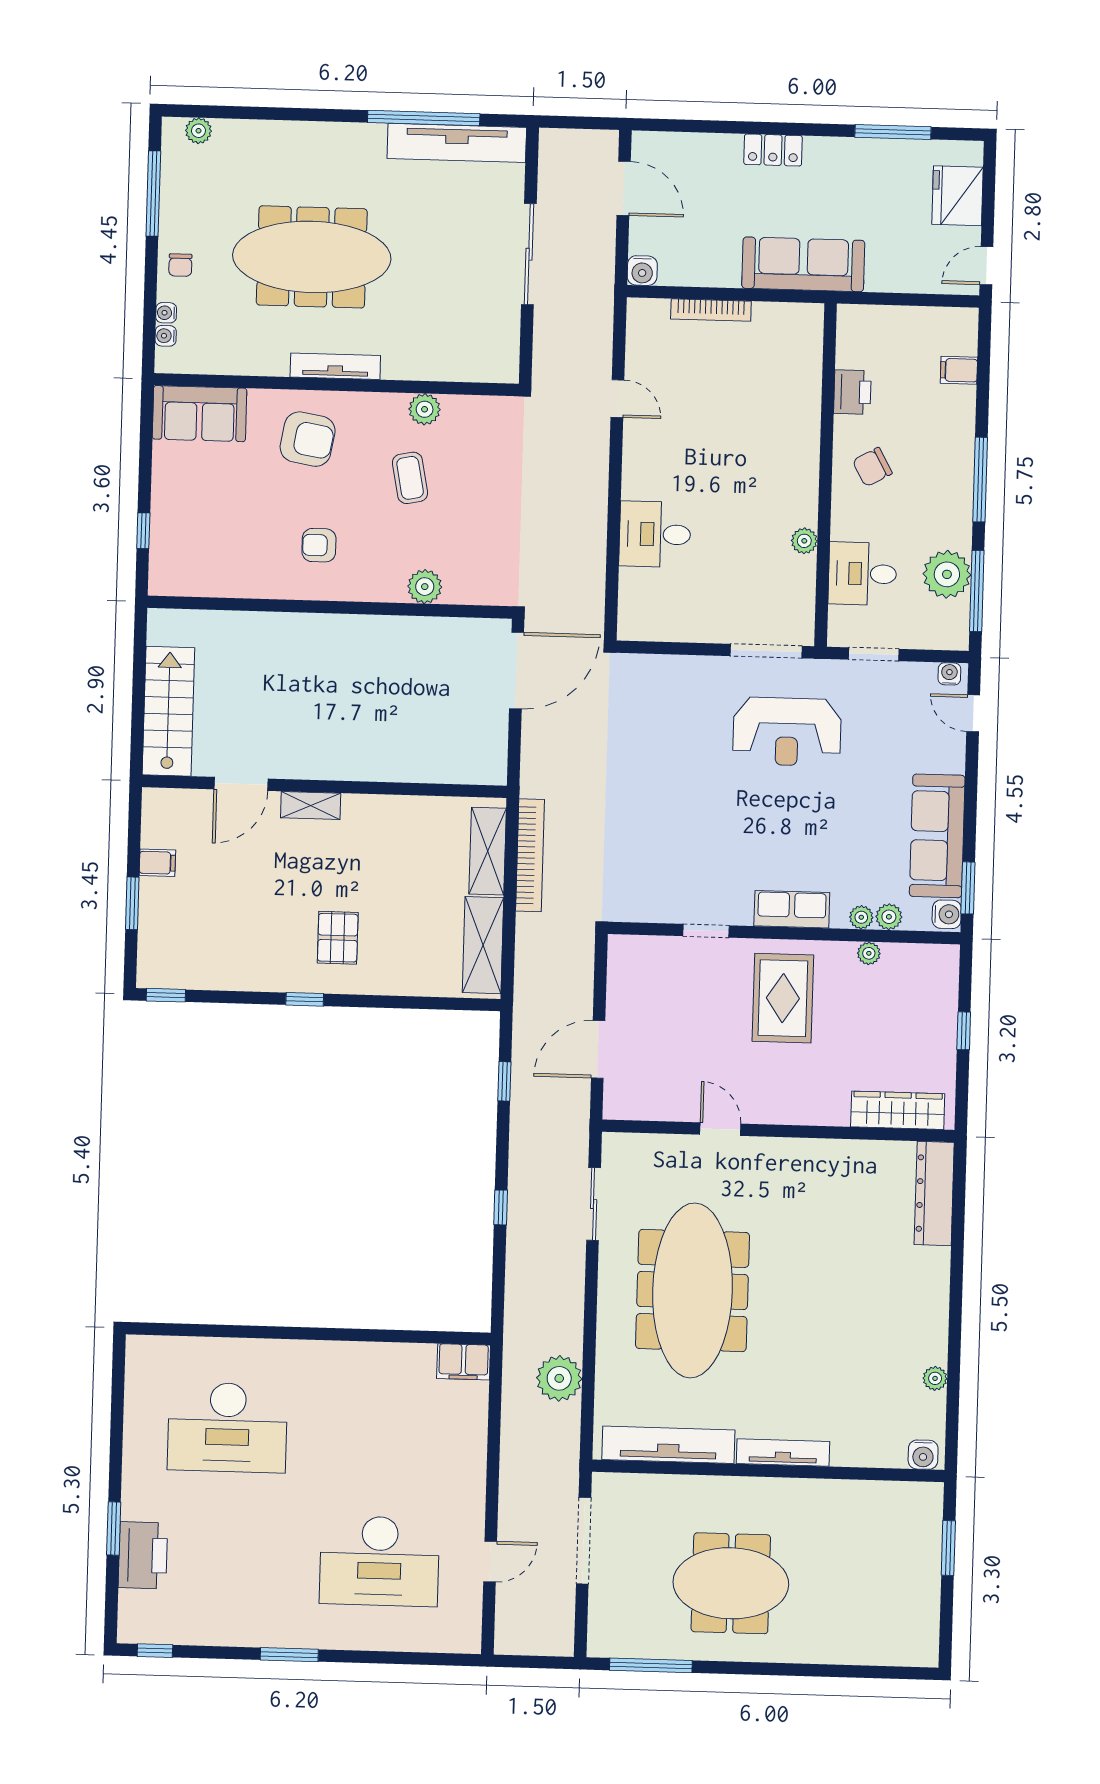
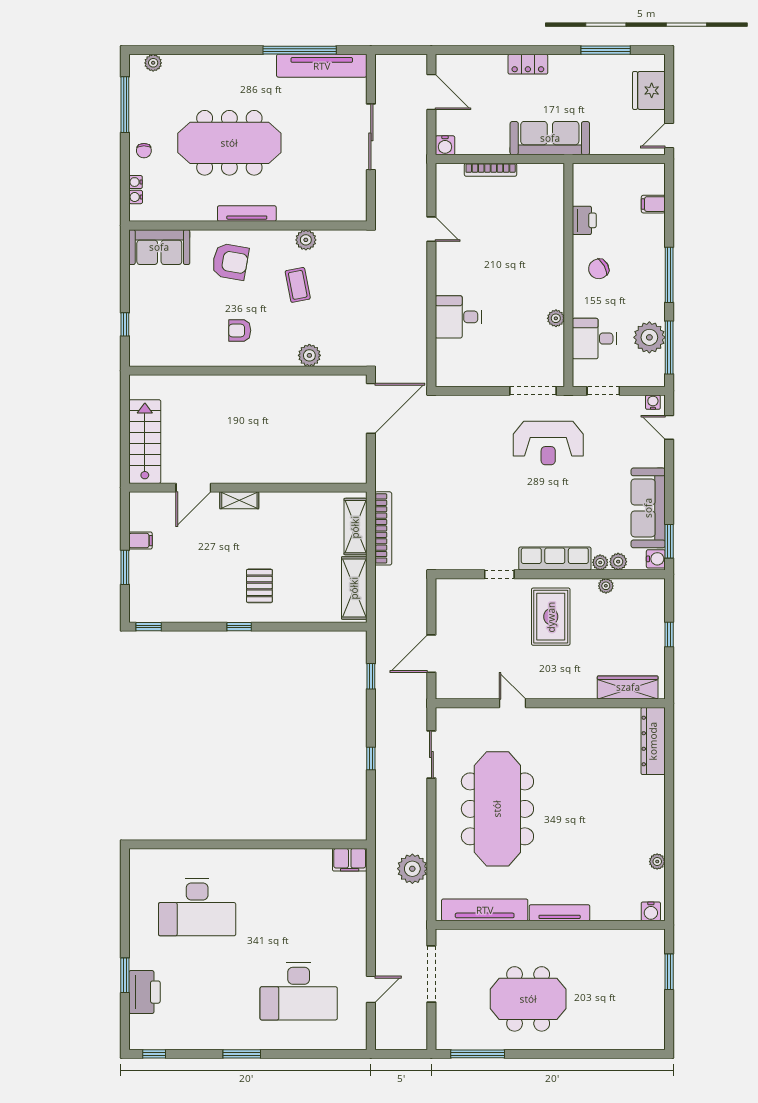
row of seats: (792, 909) -> (555, 559), width x1.48

